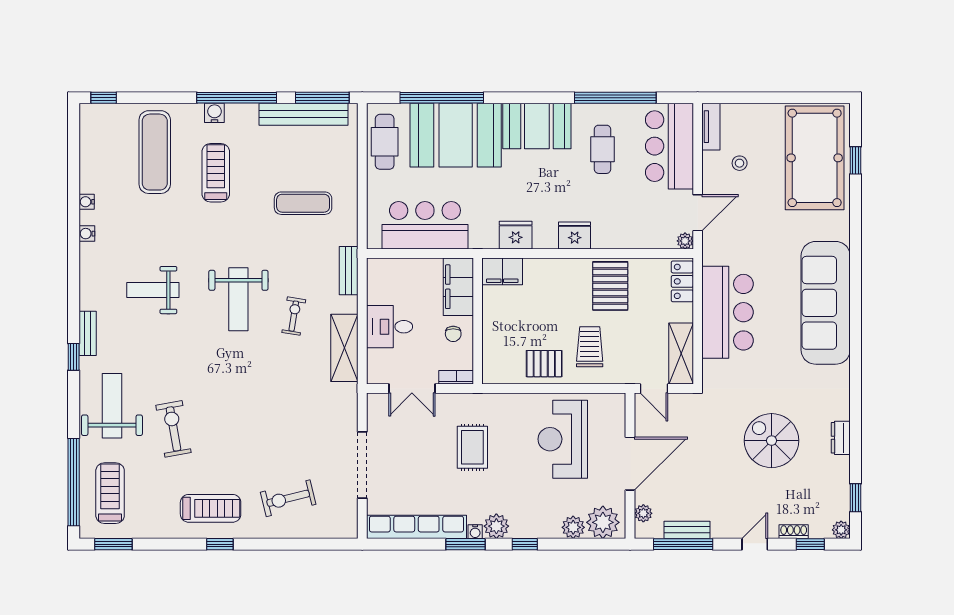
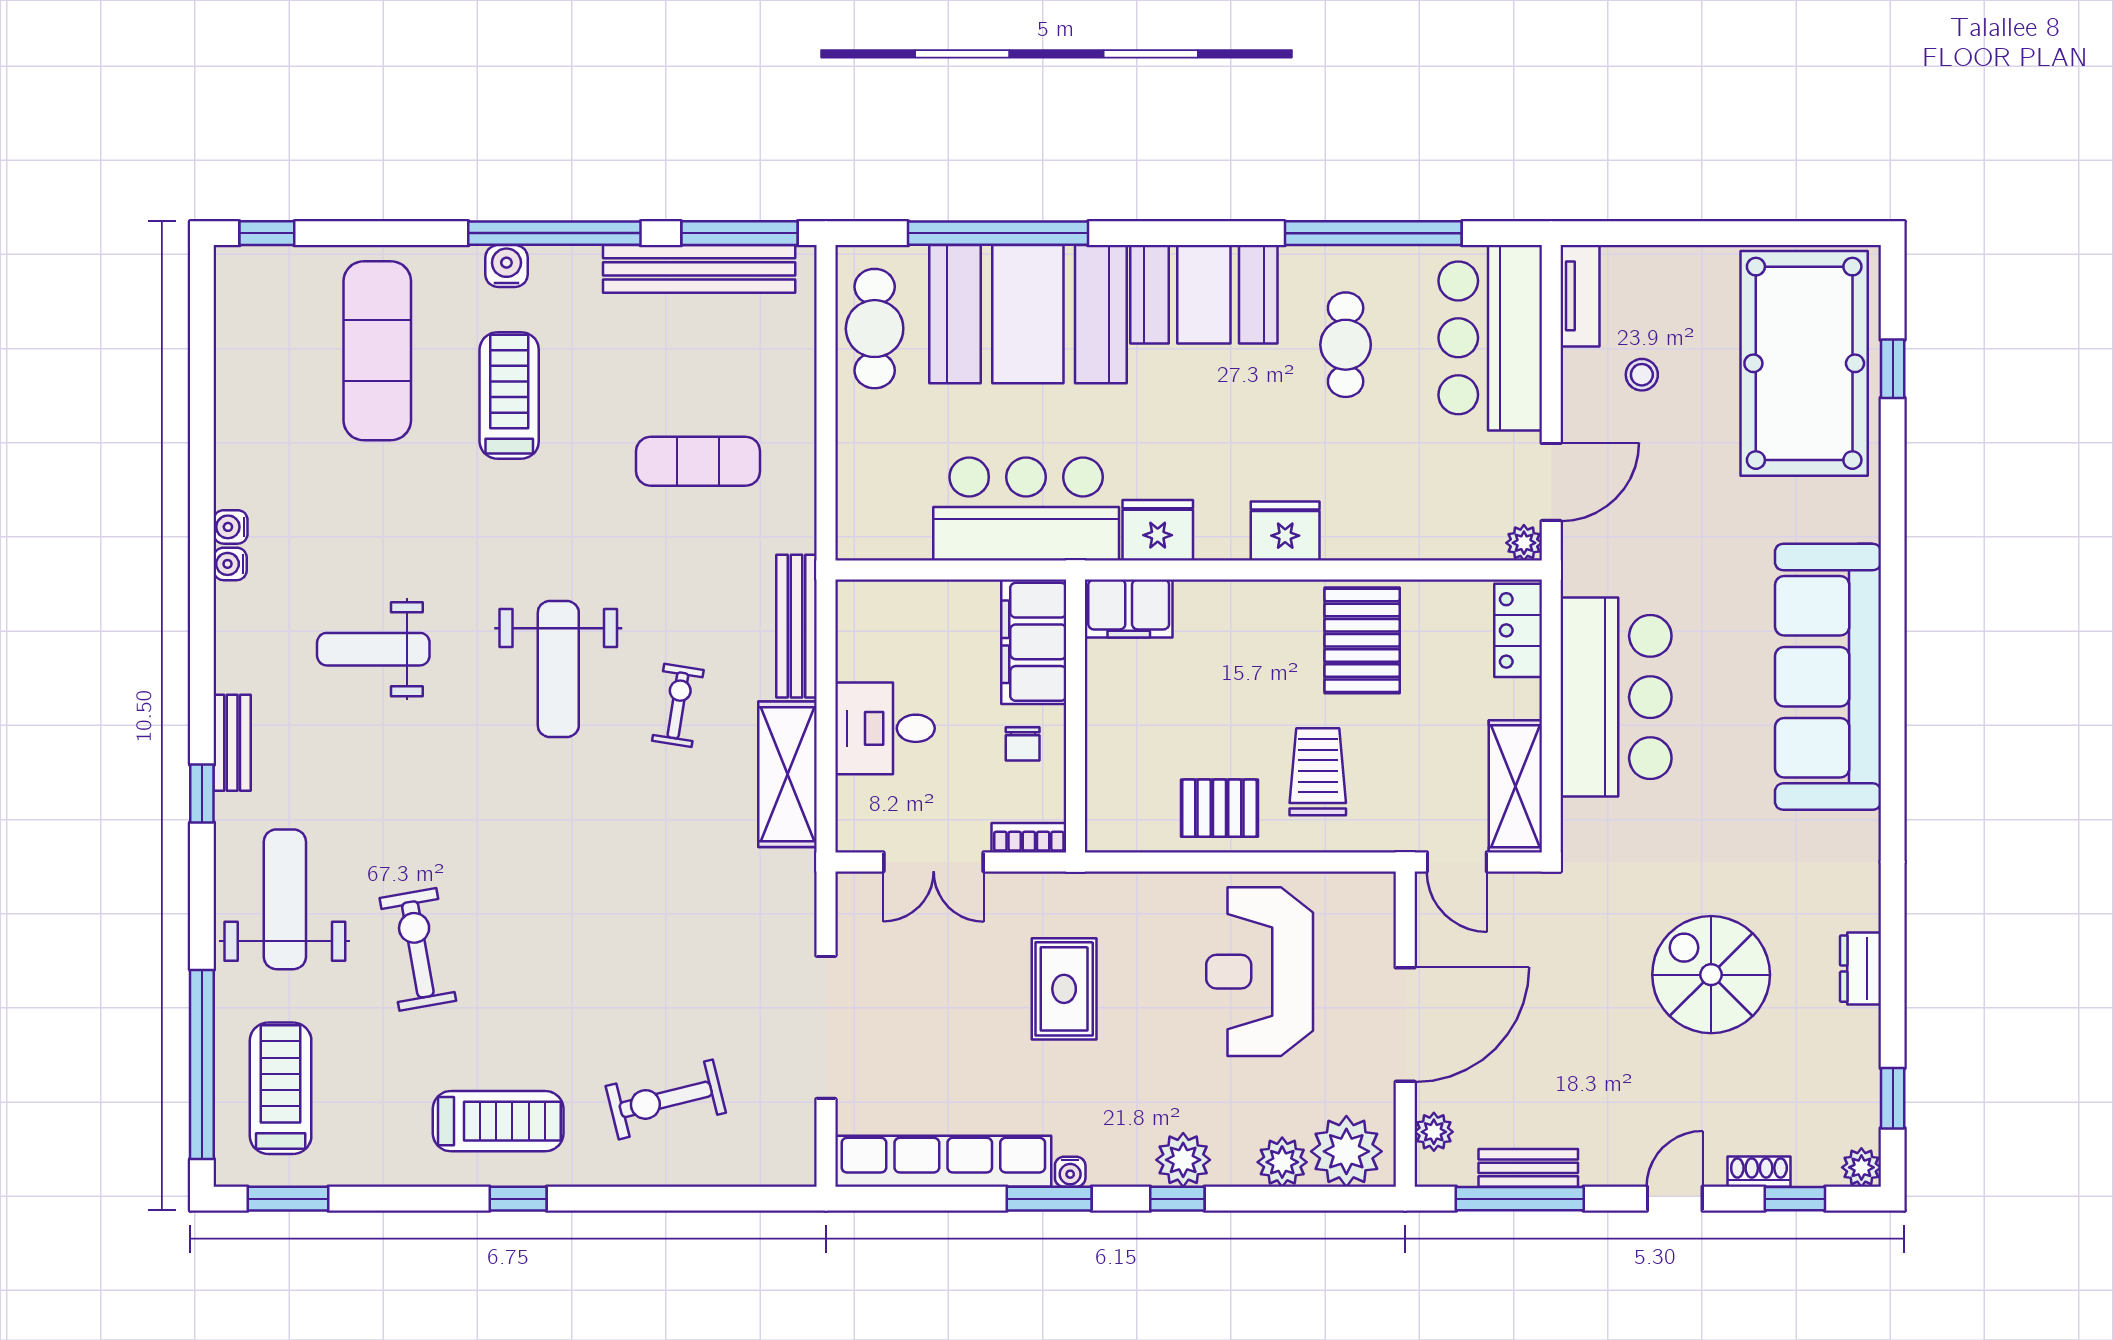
water cooler: (87, 202) -> (230, 564), moved
bar counter: (425, 225) -> (1026, 509), moved
bench: (349, 271) -> (797, 626), width x1.36
plant: (496, 526) -> (1183, 1160), moved

